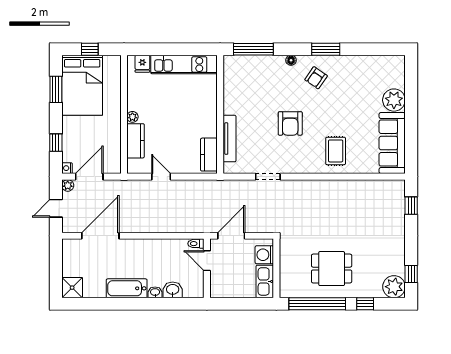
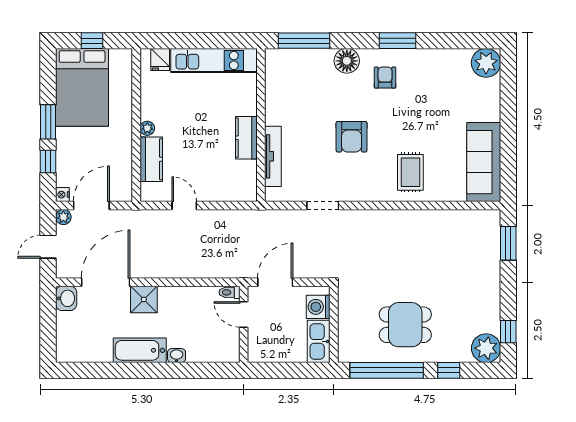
floor lamp: (291, 60) -> (347, 61), width x1.89, depth x1.89
armchair: (316, 78) -> (385, 78), turned 145
window: (56, 89) -> (48, 122), moved
plant: (394, 100) -> (486, 63), moved
kitchen counter: (209, 155) -> (246, 138), moved
window: (411, 206) -> (508, 243), width x1.50
shower: (72, 288) -> (144, 299), moved
washbasin: (173, 290) -> (66, 298), moved, turned 90

